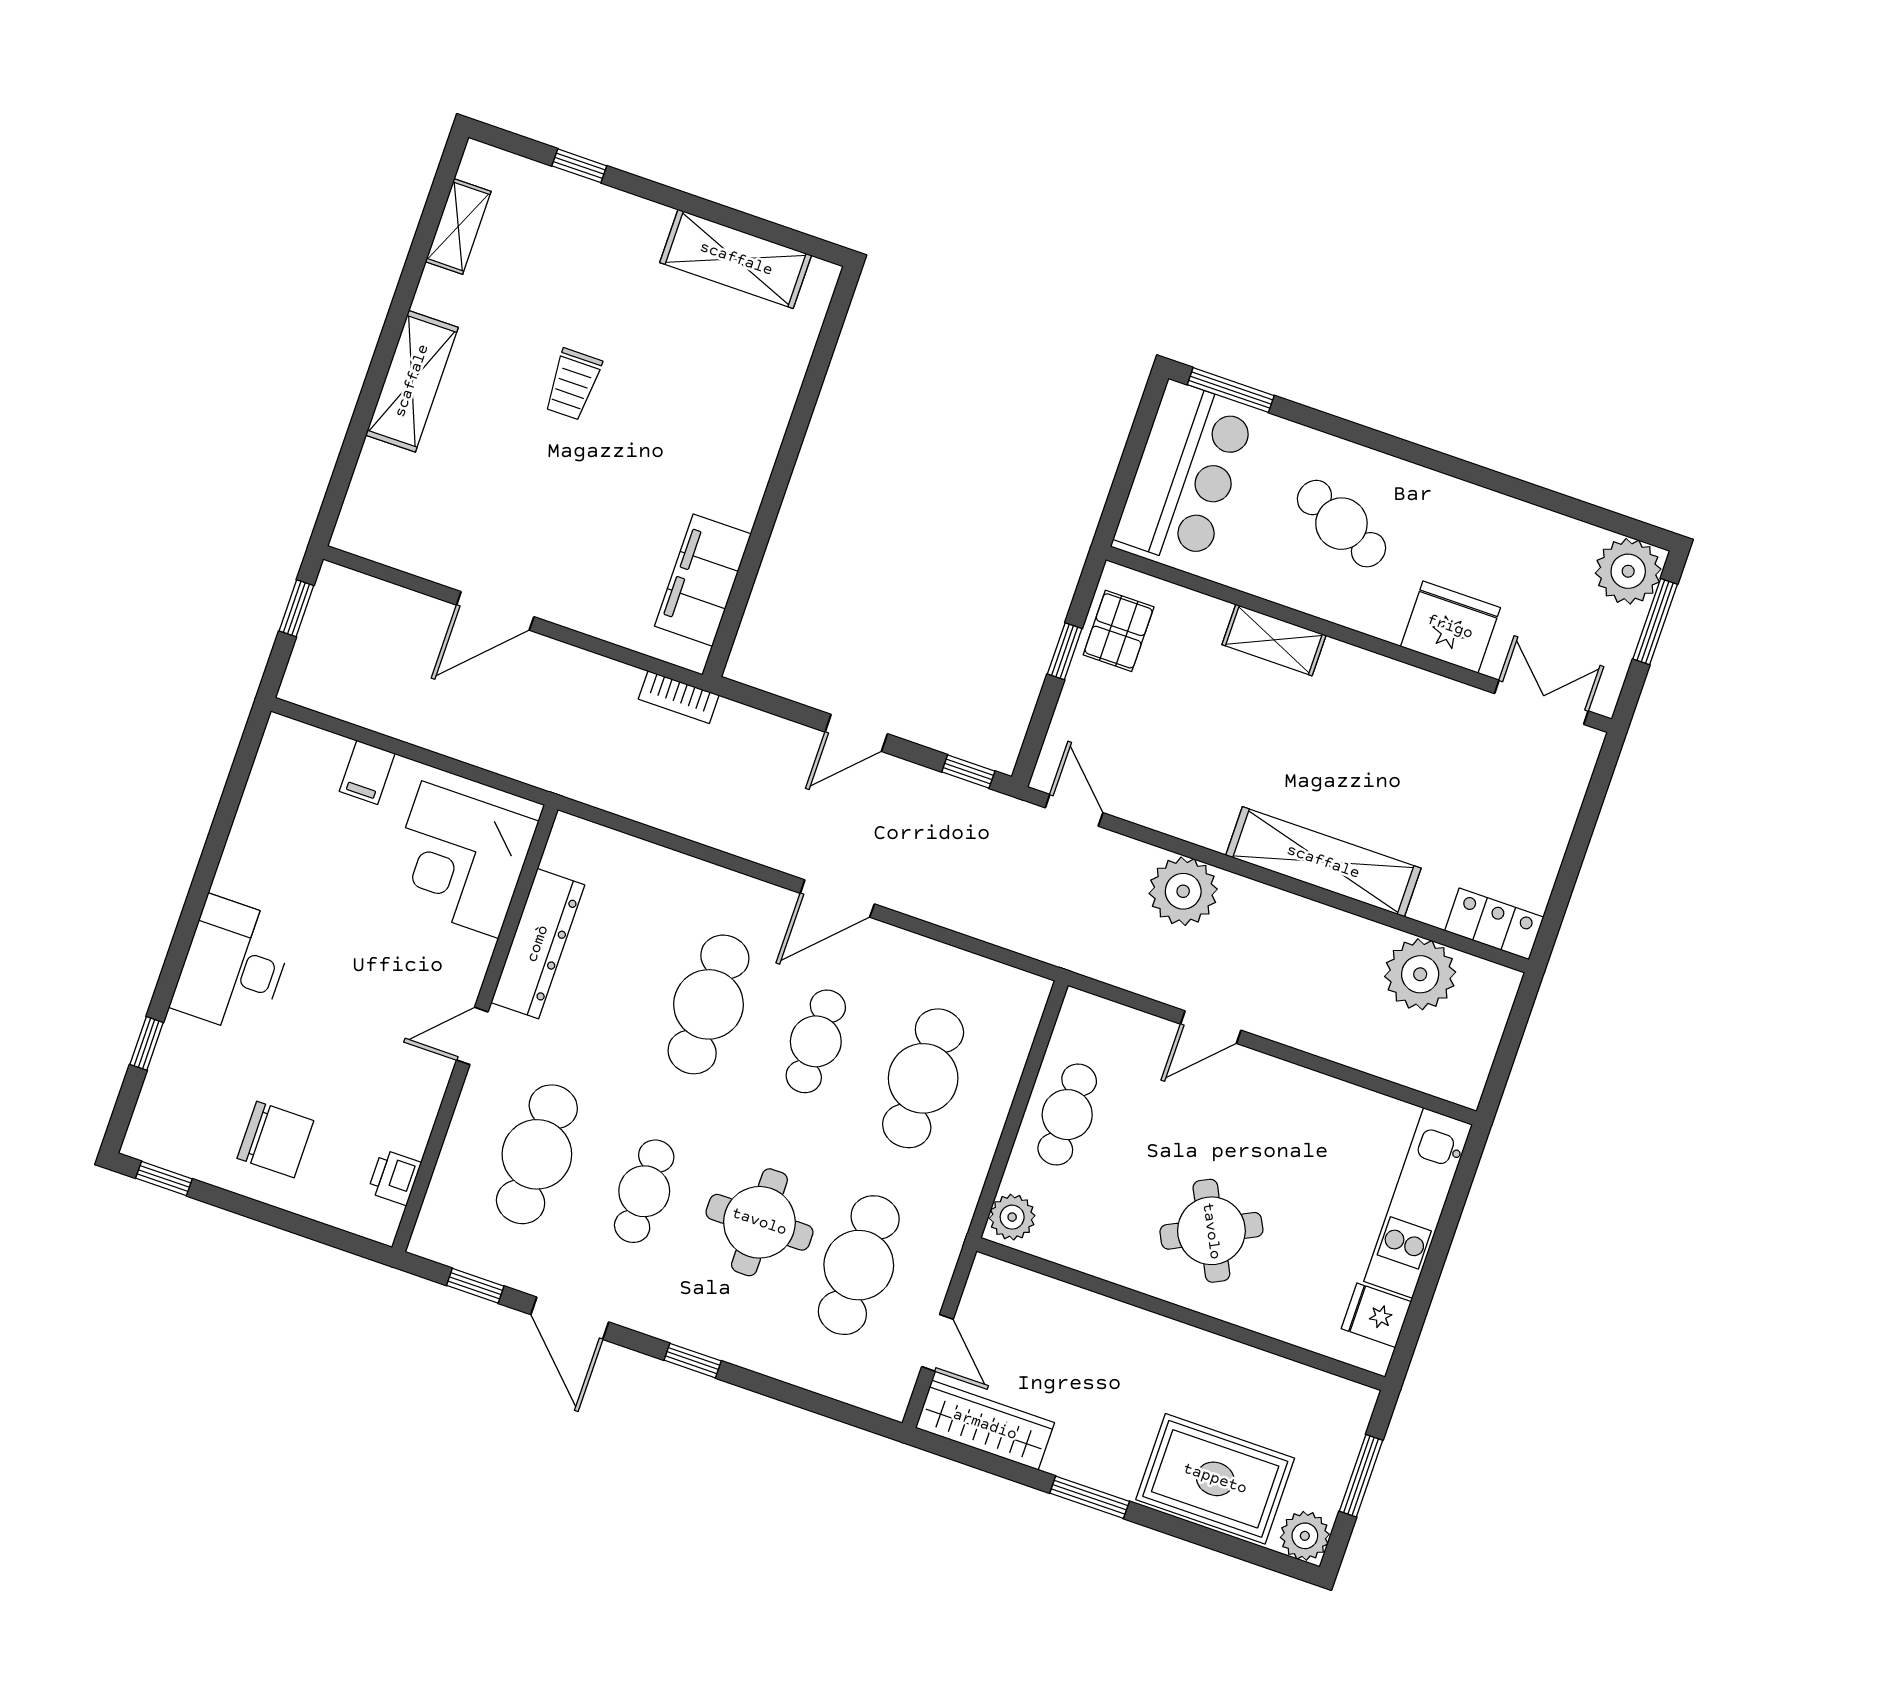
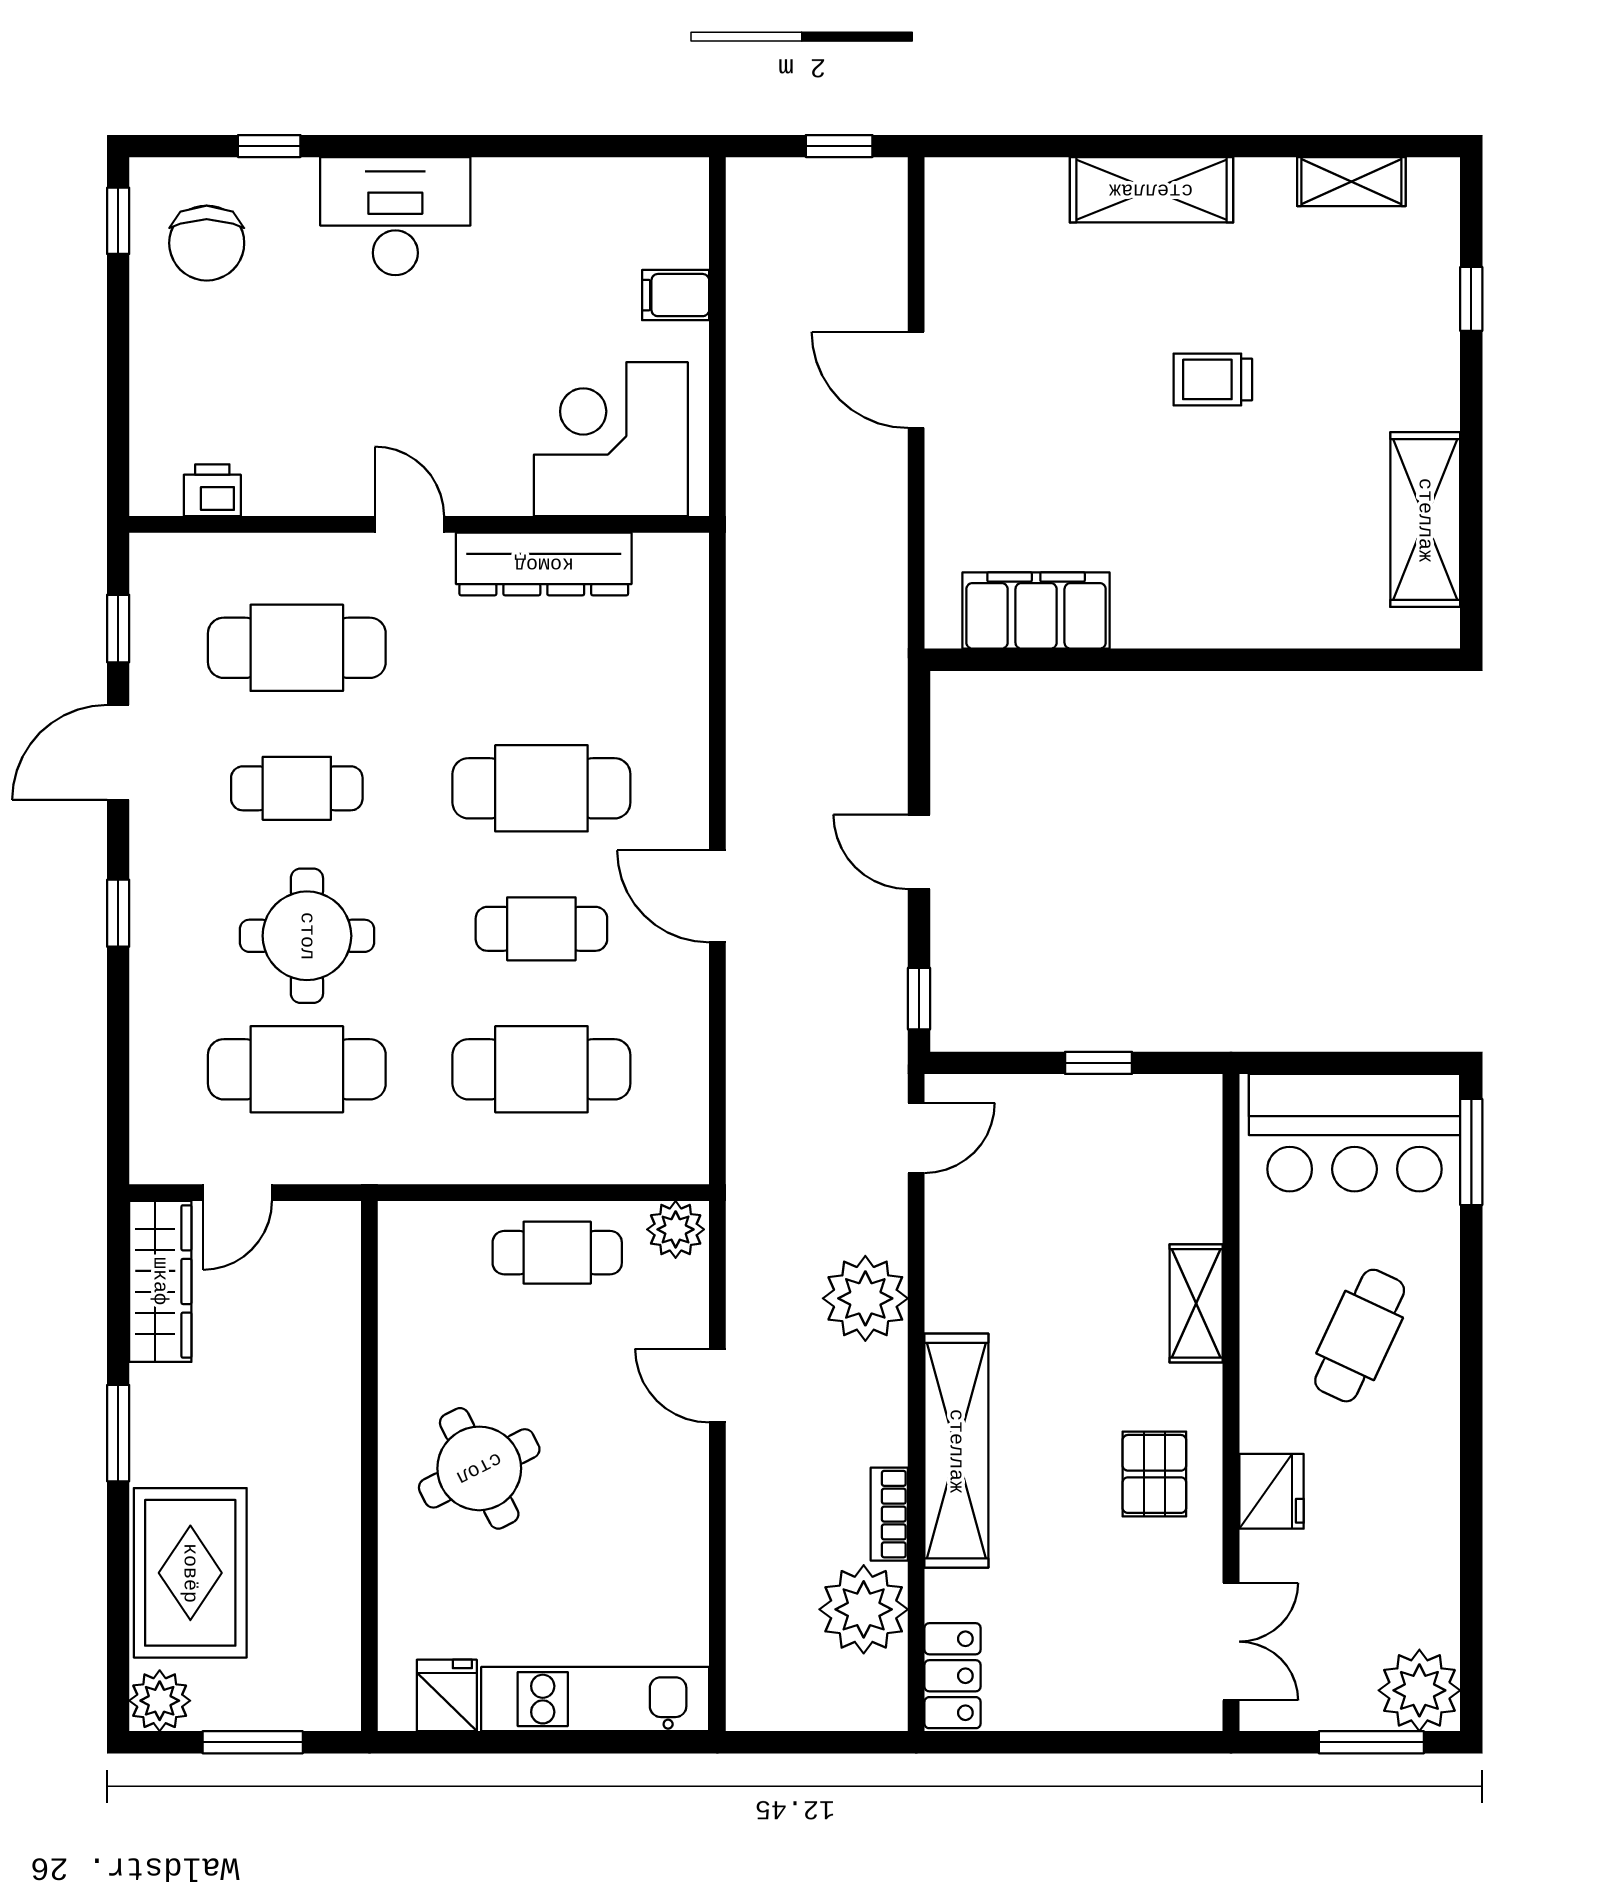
fridge: (1450, 627) -> (1271, 1491), width x0.73, depth x0.75
pallet: (1119, 631) -> (1154, 1474), moved, turned 90
bookcase: (679, 697) -> (889, 1514), moved
chair: (275, 1140) -> (207, 243), moved
plant: (1012, 1217) -> (676, 1229), moved

